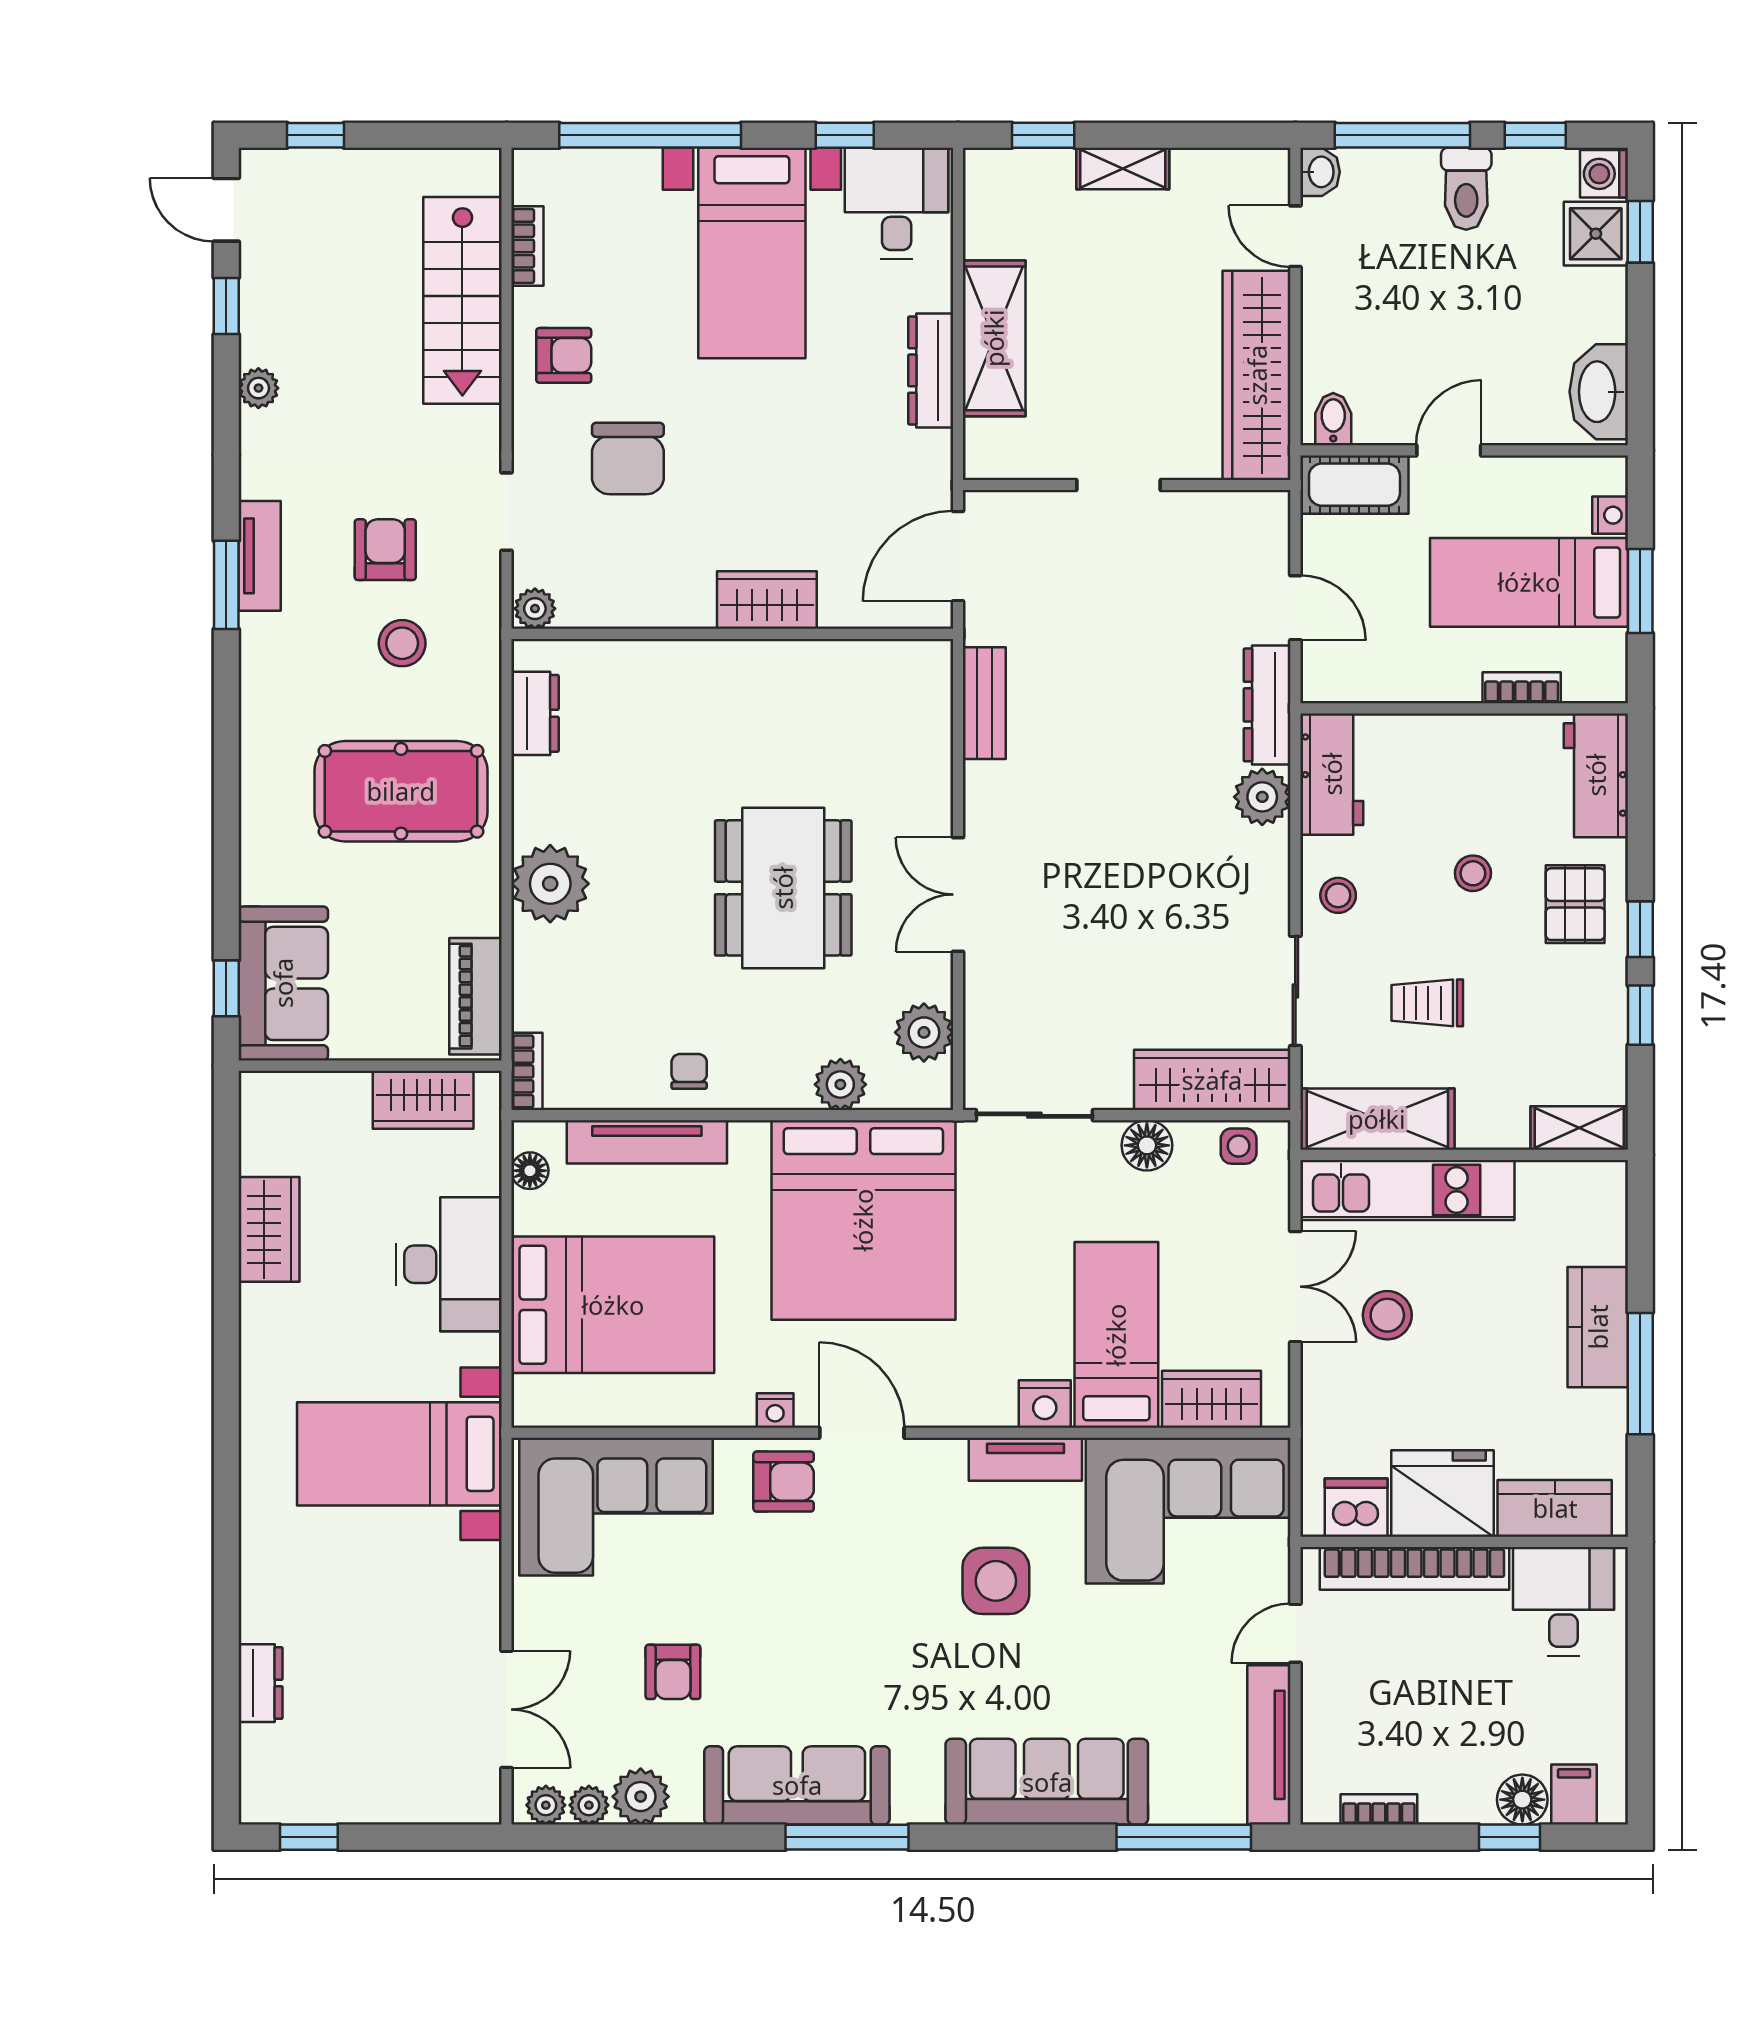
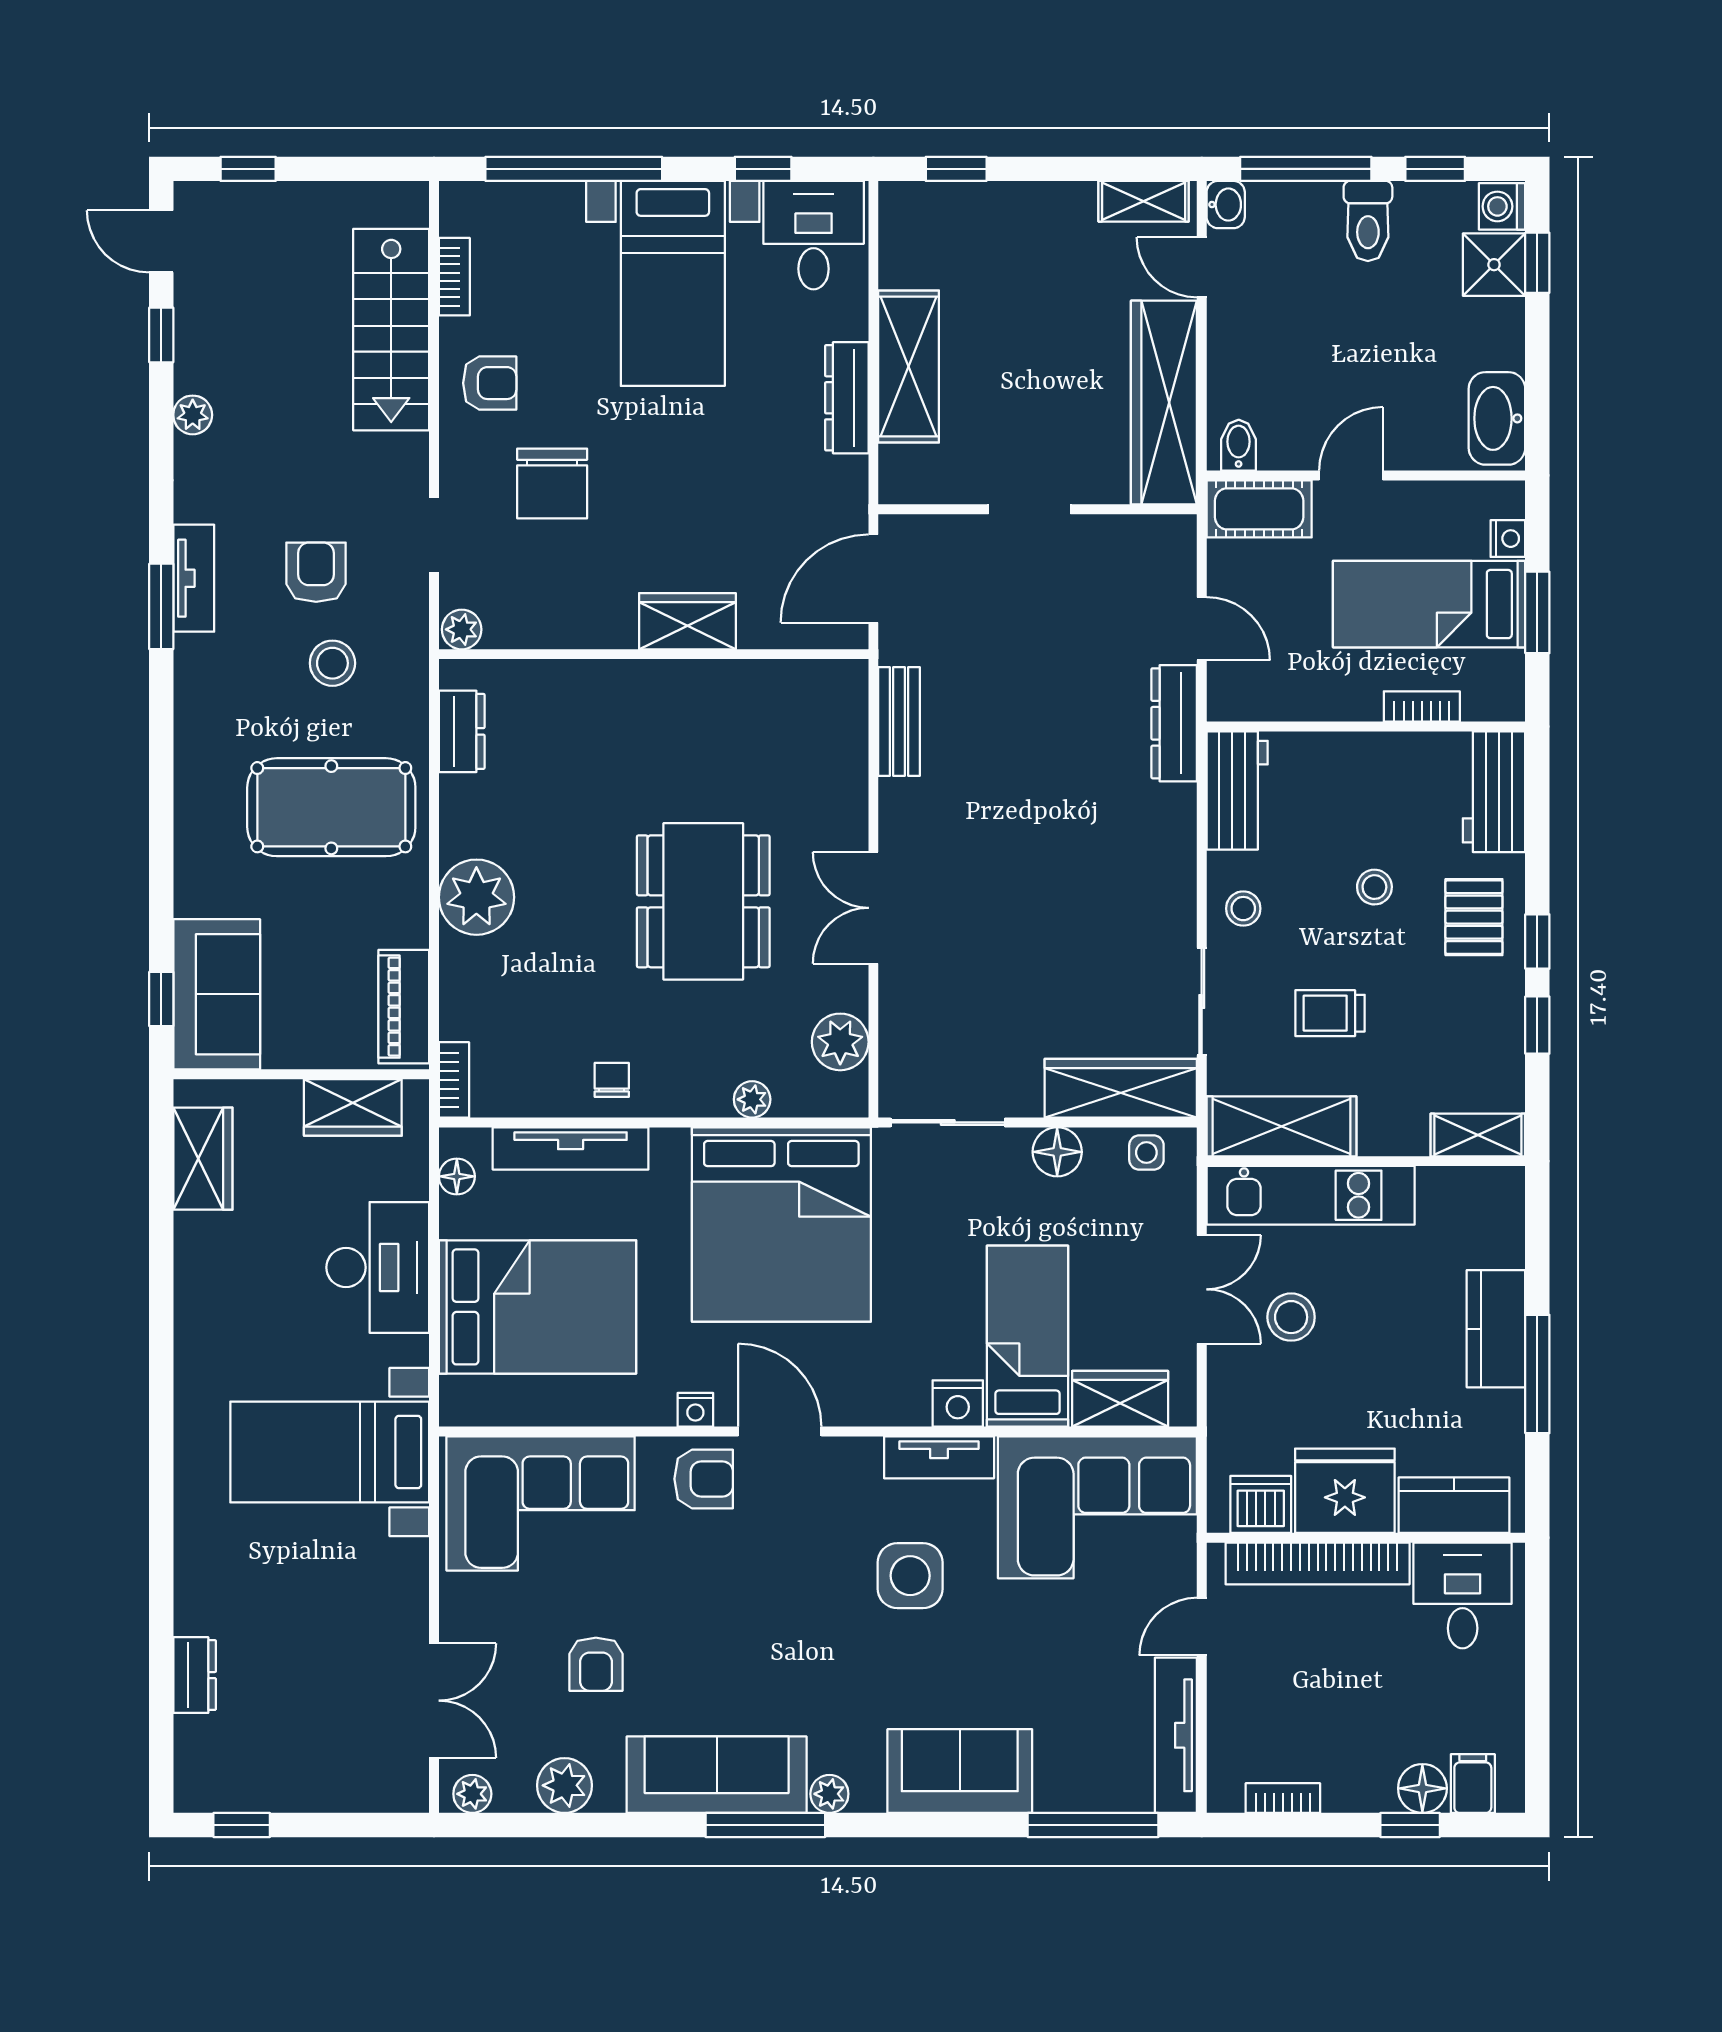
shelving: (1123, 168) -> (1144, 201), moved
plant: (1262, 797) -> (1169, 813), removed
plant: (840, 1084) -> (752, 1099), width x0.73, depth x0.73
wardrobe: (269, 1229) -> (203, 1159), moved
sofa: (1047, 1782) -> (960, 1771), width x0.73
plant: (589, 1805) -> (829, 1794), moved

